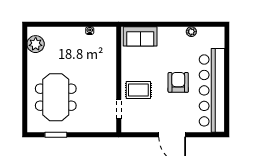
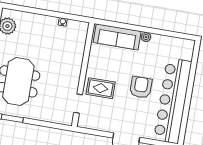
plant: (191, 32) -> (146, 37), moved
sofa: (140, 36) -> (117, 37), width x1.36

